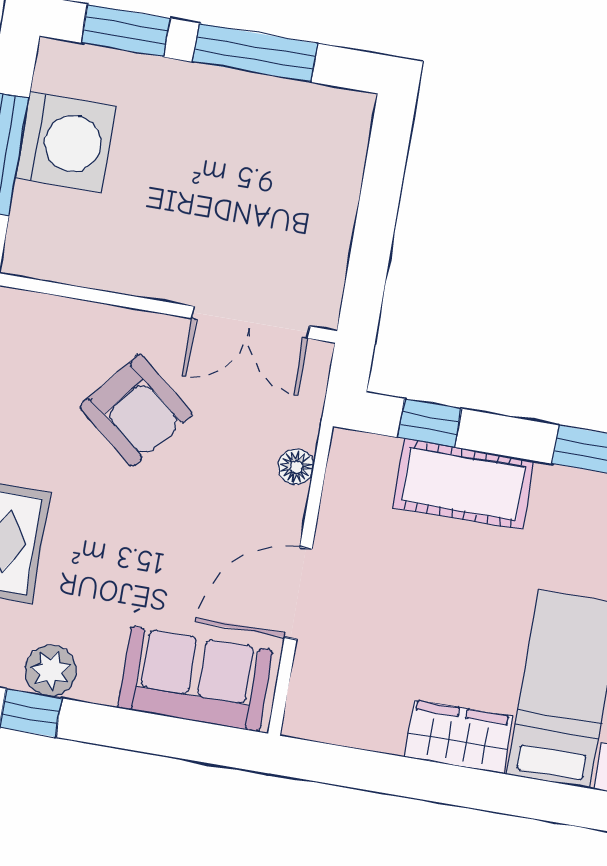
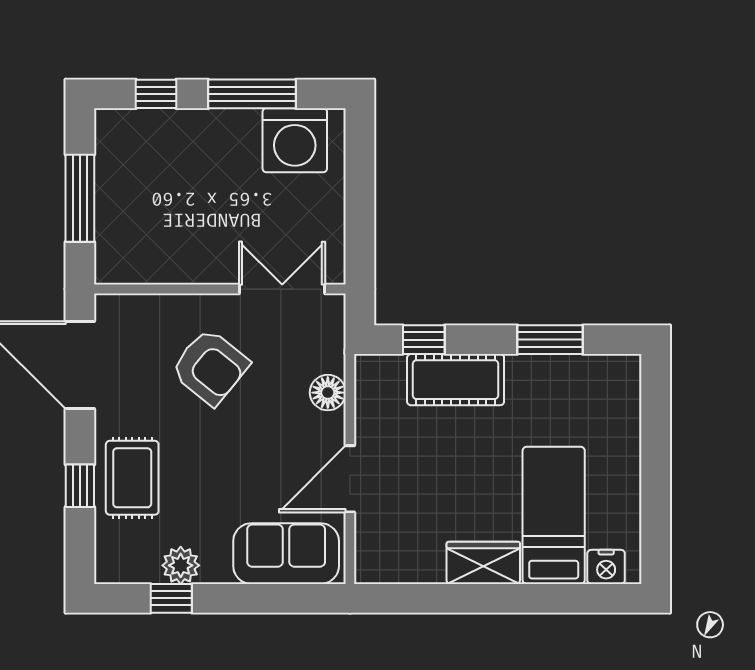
window: (126, 31) -> (156, 94), width x0.67
washing machine: (66, 142) -> (295, 140), moved, turned 90
double door: (251, 322) -> (282, 289), swing flipped
floor lamp: (296, 467) -> (328, 393), width x1.37, depth x1.37

